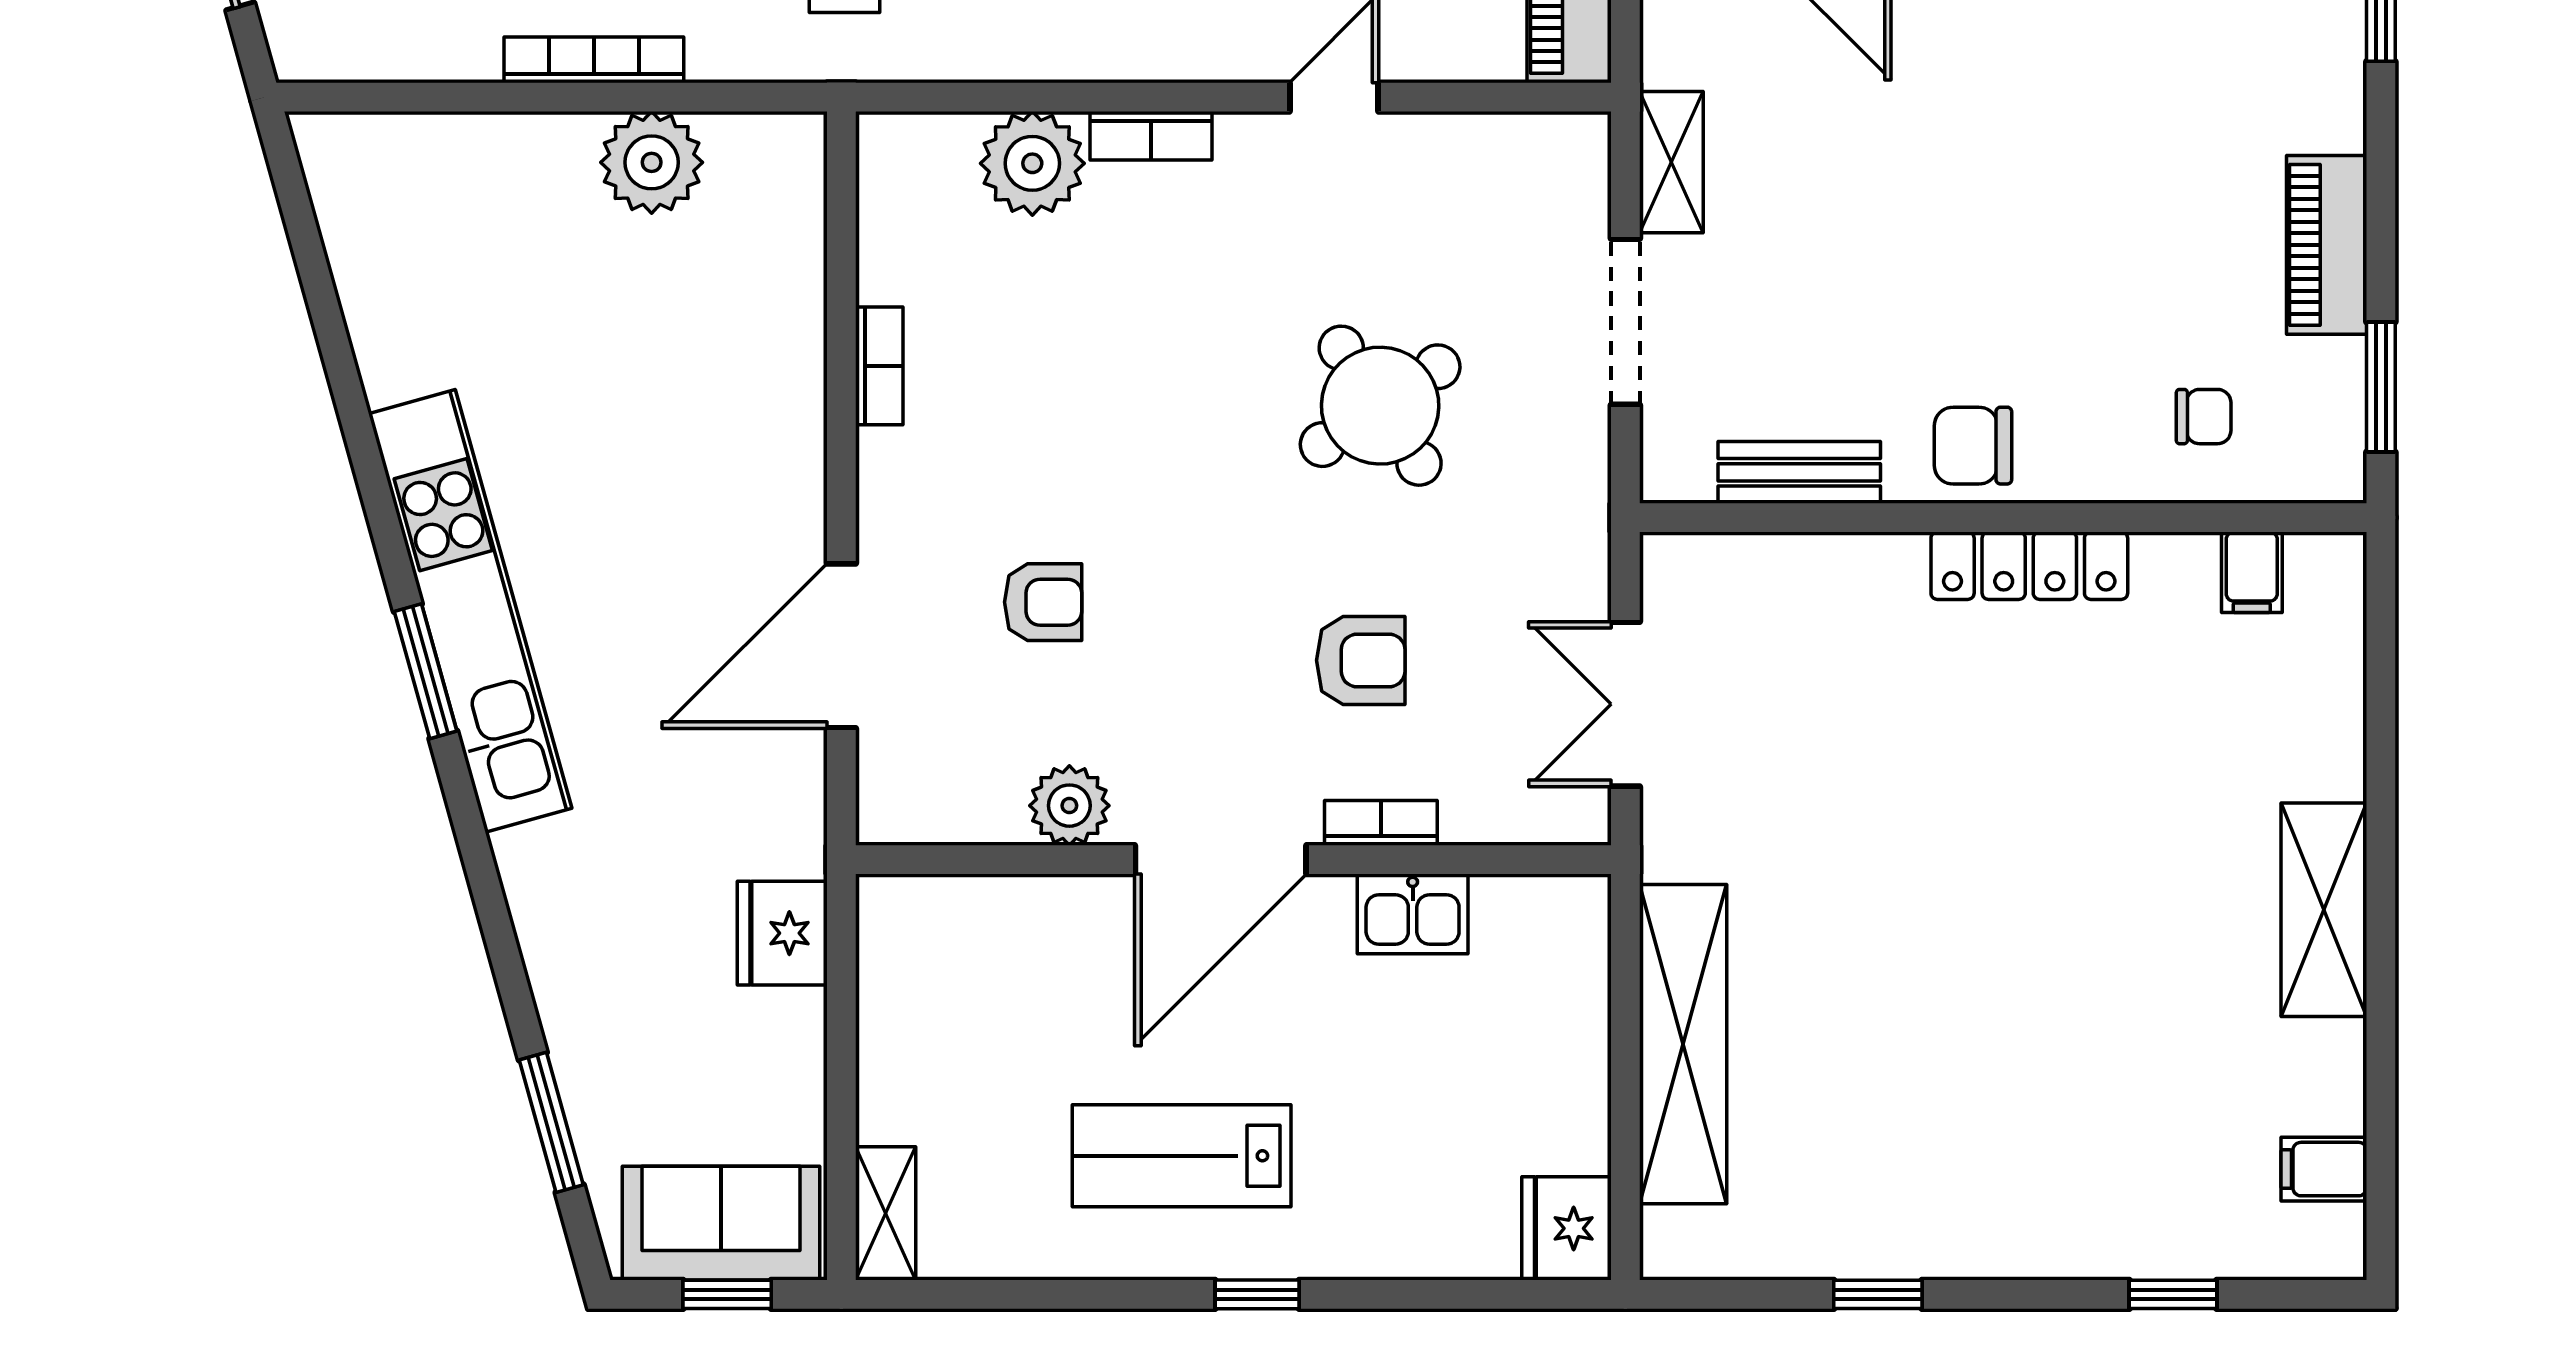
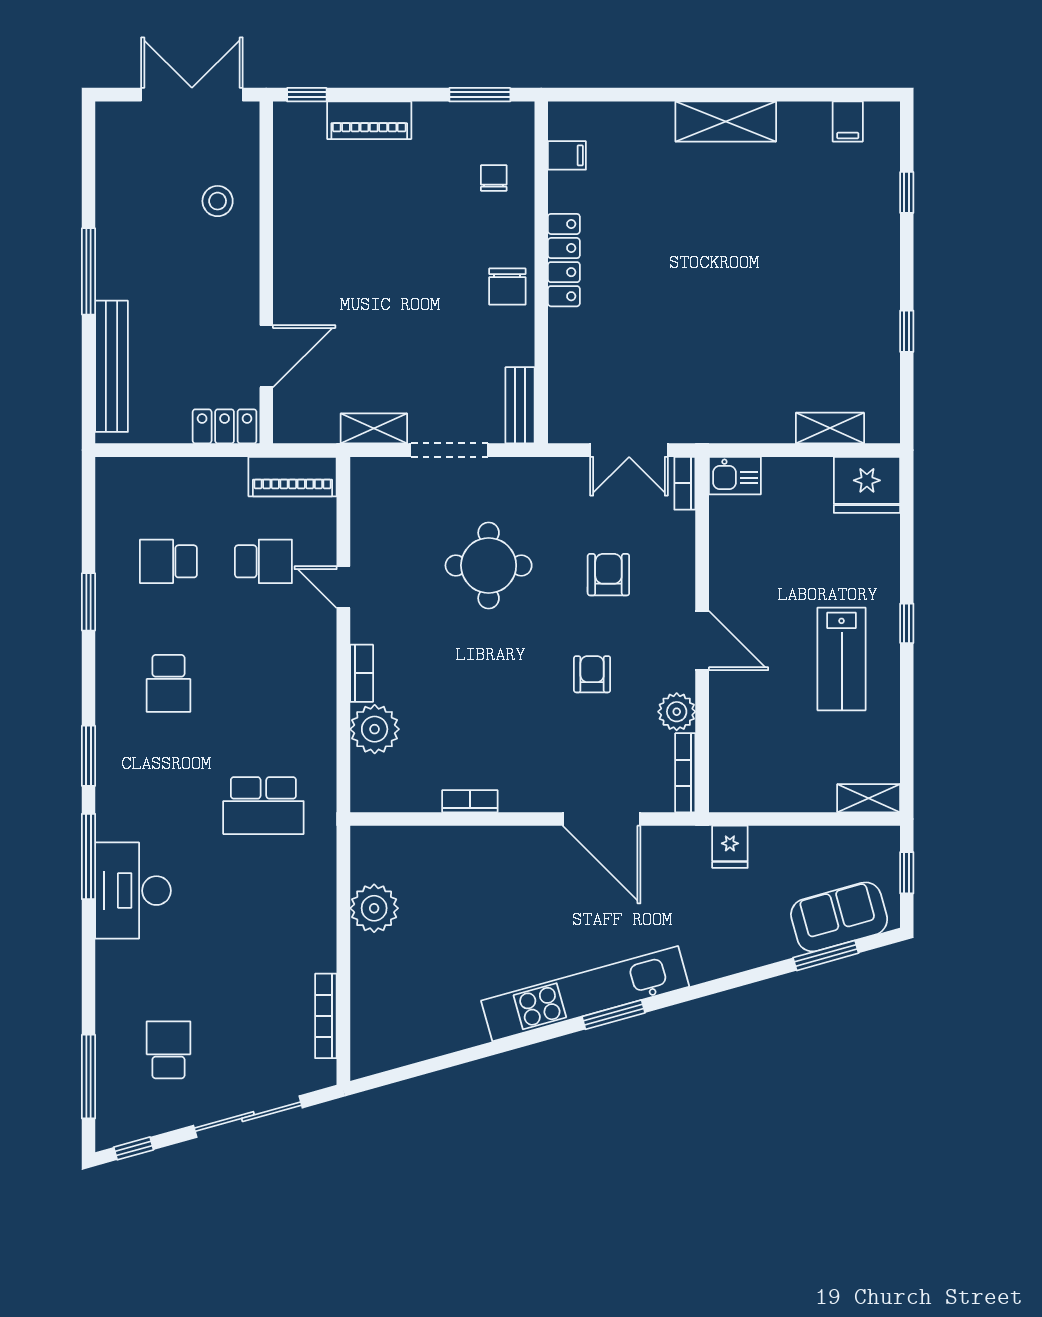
bookcase: (594, 60) -> (326, 1016), moved
piano: (2327, 245) -> (369, 120), moved
round table: (1380, 406) -> (489, 565), turned 34
bench: (1799, 472) -> (520, 405), moved
armchair: (1043, 602) -> (592, 674), moved
bookcase: (1381, 823) -> (685, 483), moved
bookcase: (940, 824) -> (685, 773), added
door: (1221, 860) -> (702, 641), width x0.73
kitchen sink: (1413, 914) -> (735, 476), moved, turned 90
fridge: (782, 933) -> (730, 847), width x0.72
shelving: (1683, 1044) -> (830, 428), width x0.45, depth x0.75
sofa: (721, 1223) -> (839, 917), moved, turned 74
fridge: (1567, 1228) -> (867, 485), width x1.36, depth x1.34

